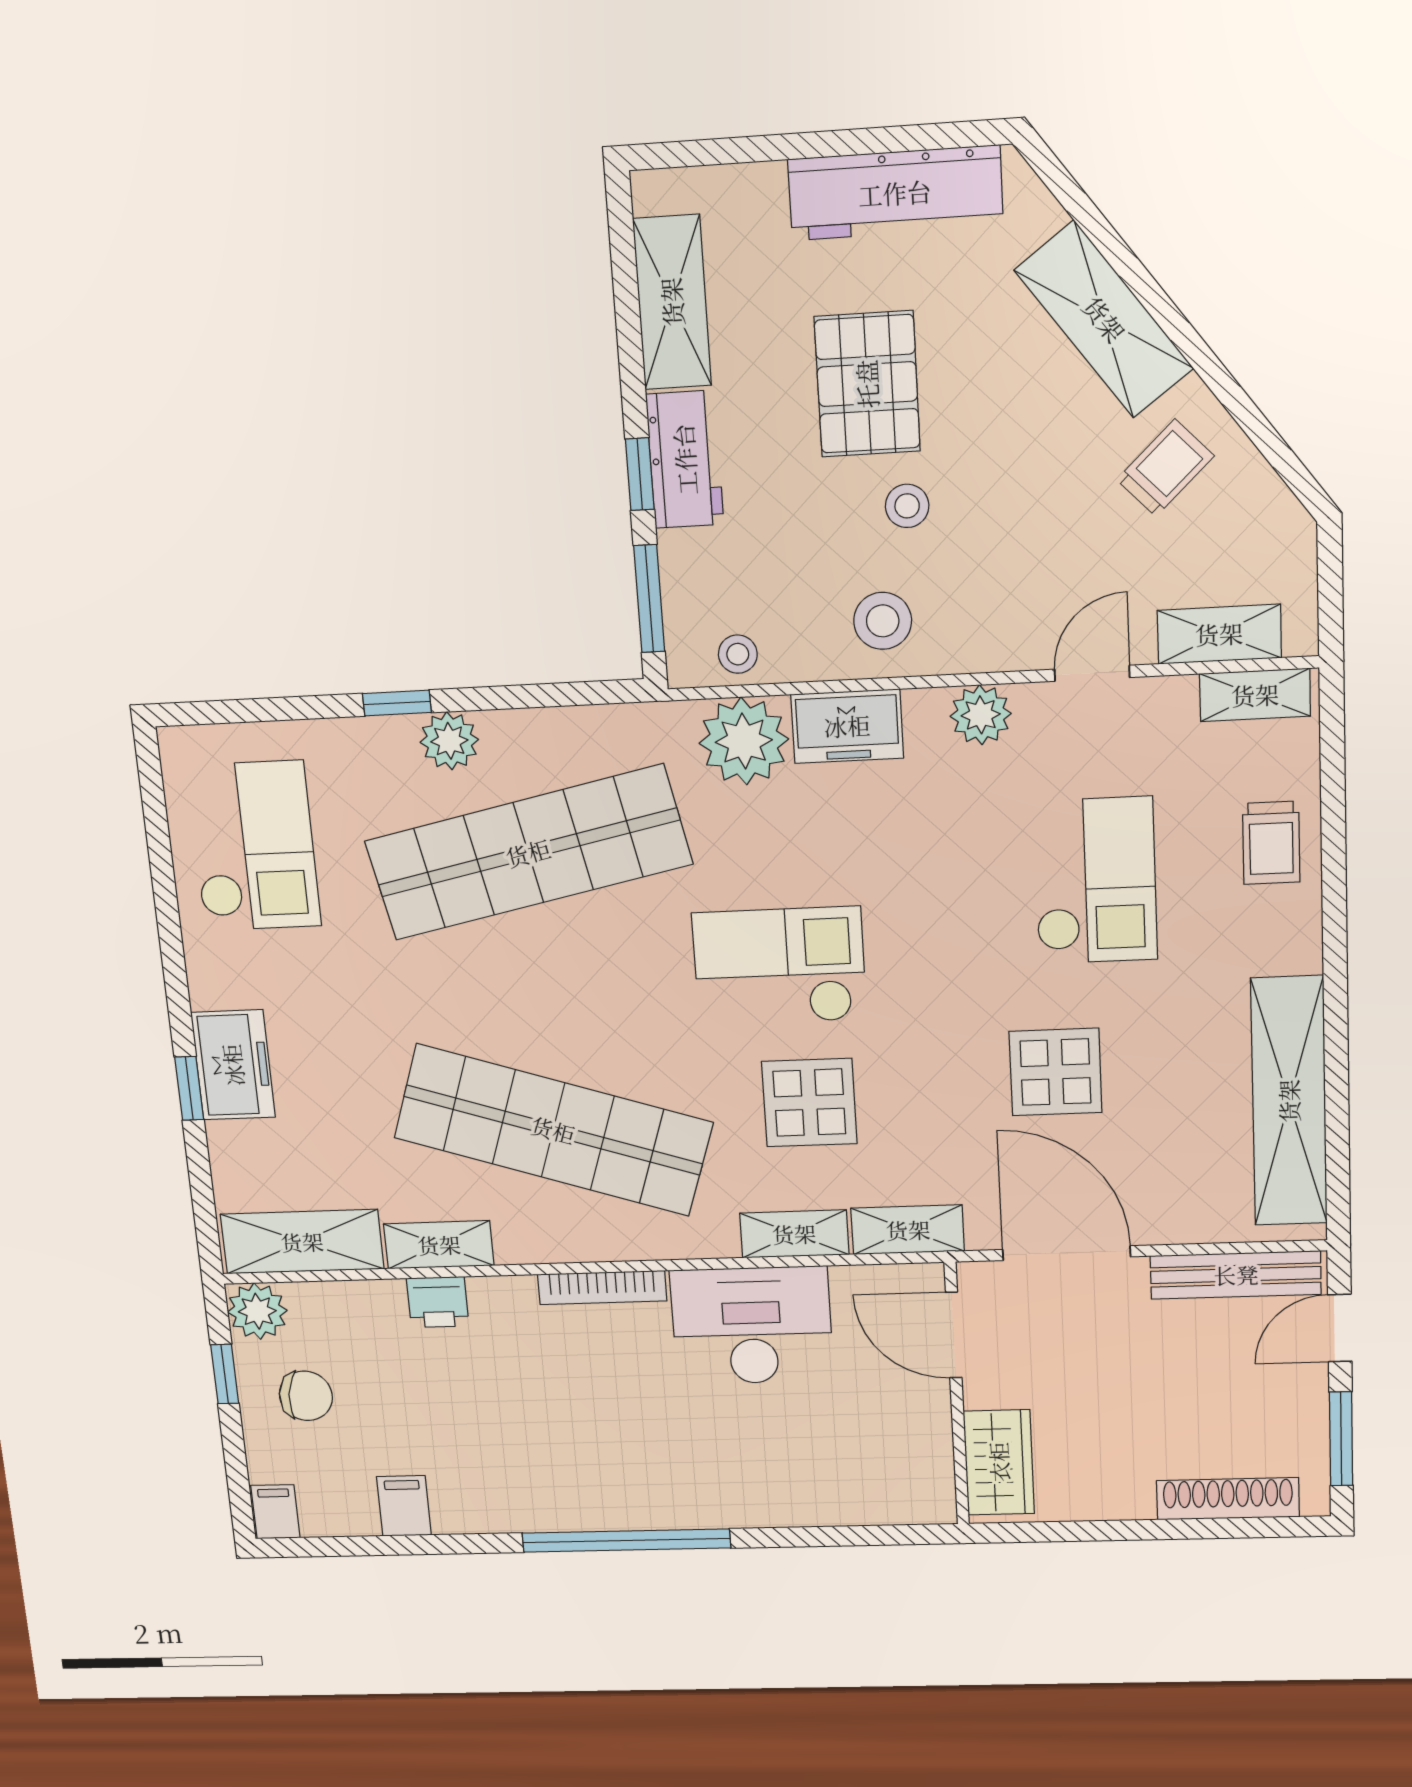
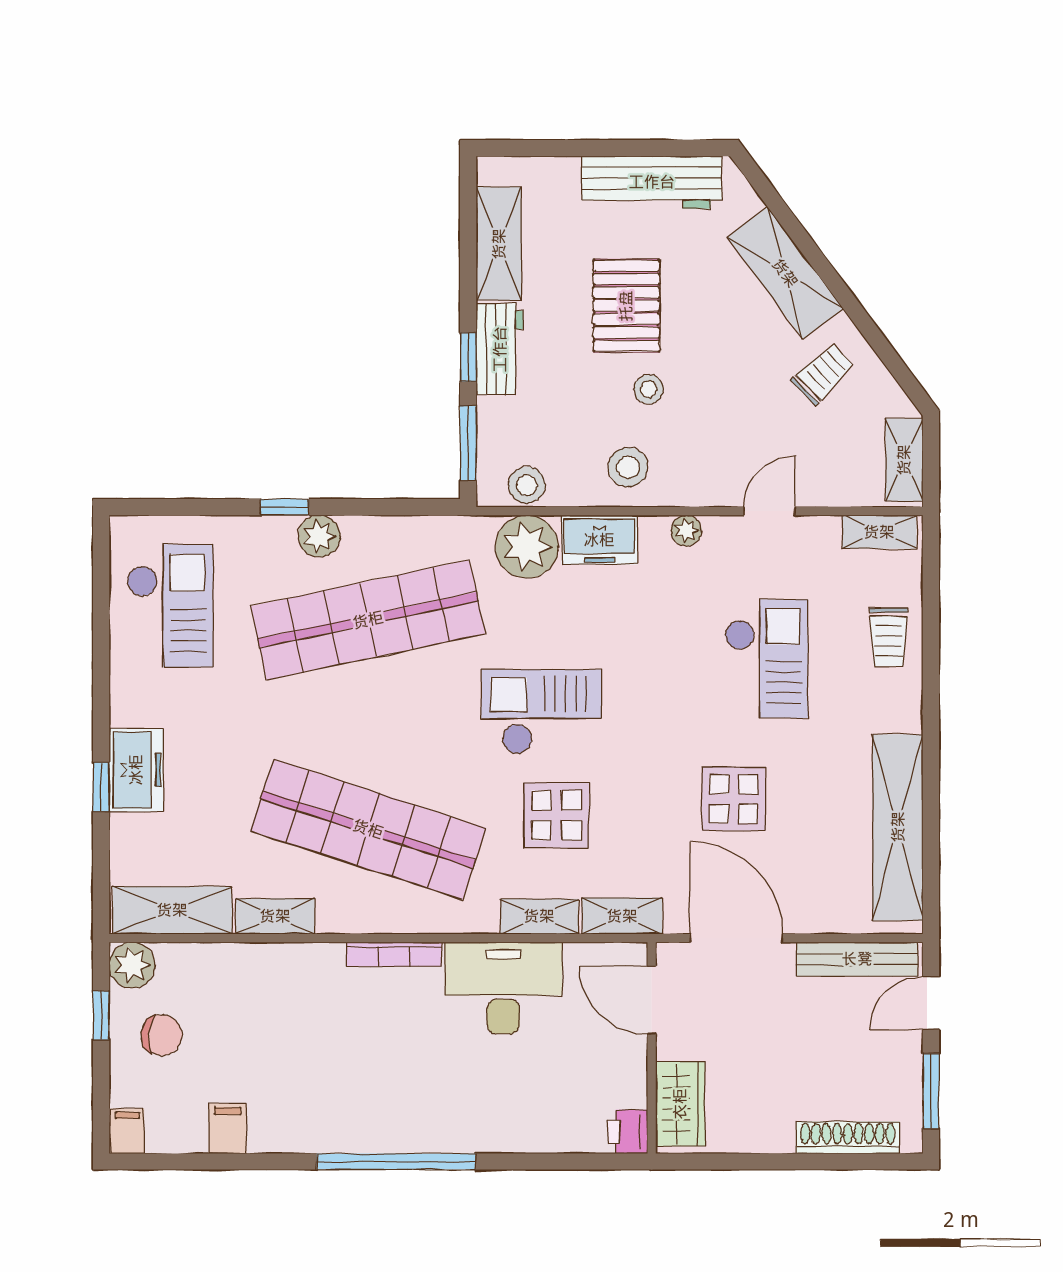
shelving: (1219, 634) -> (904, 460), moved, turned 90
stool: (738, 654) -> (527, 485), width x1.37, depth x1.37
plant: (981, 715) -> (686, 531), width x0.73, depth x0.73
printer: (438, 1302) -> (628, 1132), moved, turned 90

